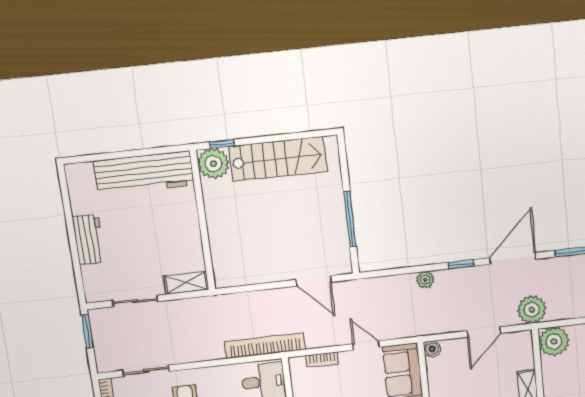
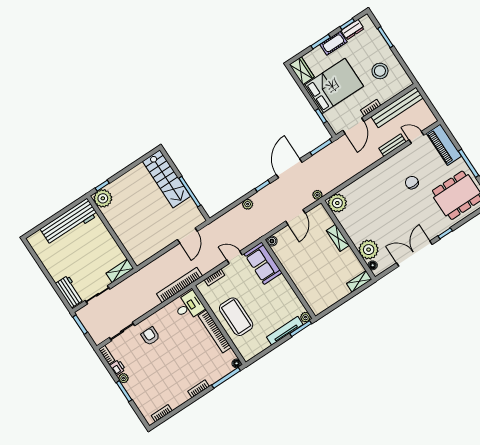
stairs: (278, 159) -> (167, 179), moved, turned 90
workbench: (89, 239) -> (70, 292), moved
door: (313, 281) -> (187, 235), hinge flipped
plant: (532, 310) -> (317, 195), width x0.53, depth x0.53

